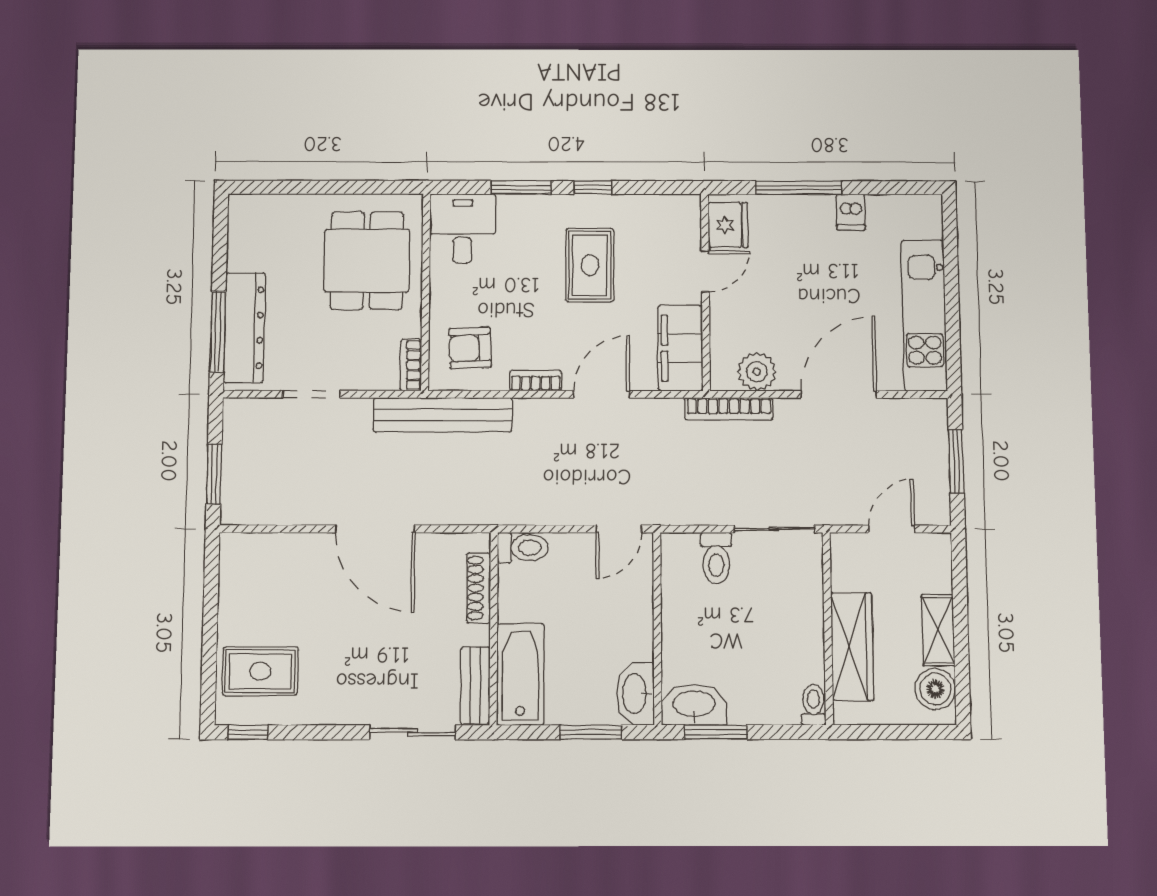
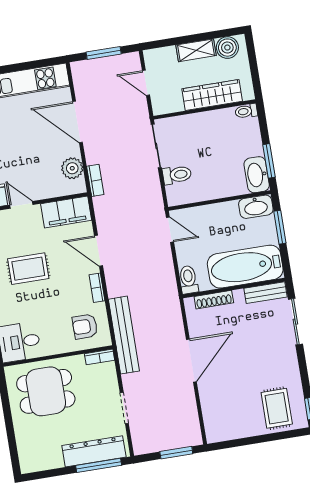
armchair: (470, 348) -> (85, 326), turned 93
bookcase: (729, 409) -> (95, 180), width x0.64
bathtub: (520, 674) -> (245, 267), width x1.36, depth x1.36

